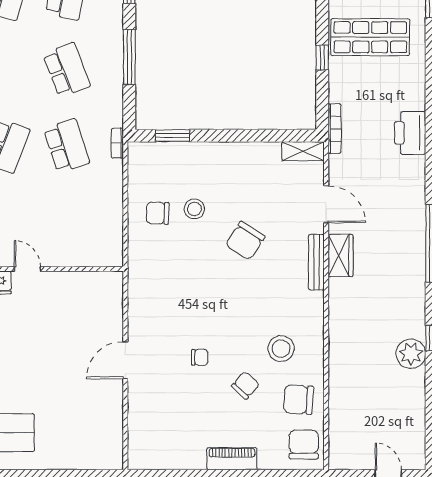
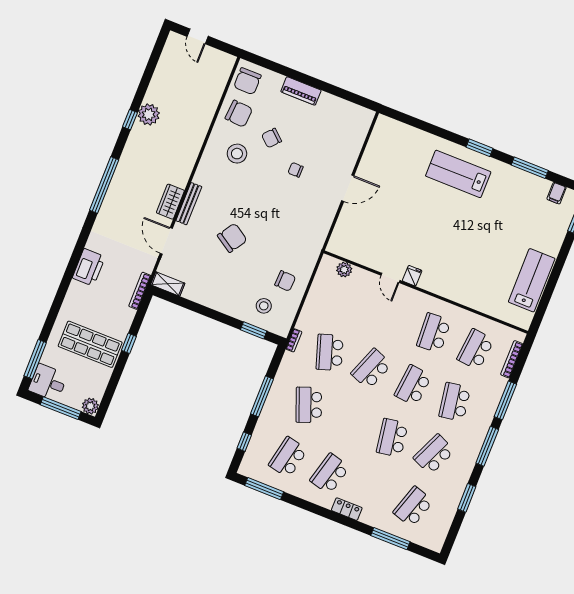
stool: (194, 209) -> (264, 306), moved
plant: (89, 257) -> (344, 270), added

